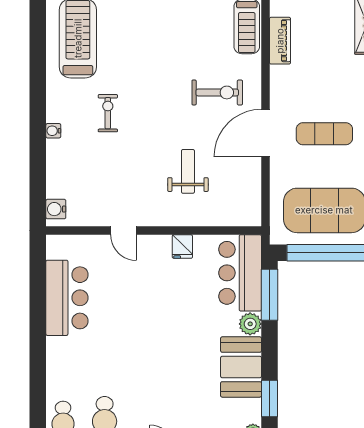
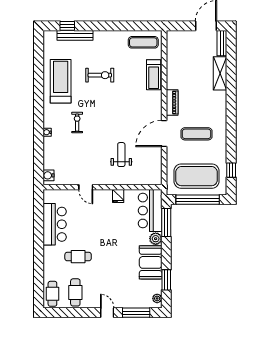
piano: (280, 41) -> (172, 102), moved
exercise bike: (217, 92) -> (100, 75), moved
cafe table: (109, 356) -> (78, 257), added

